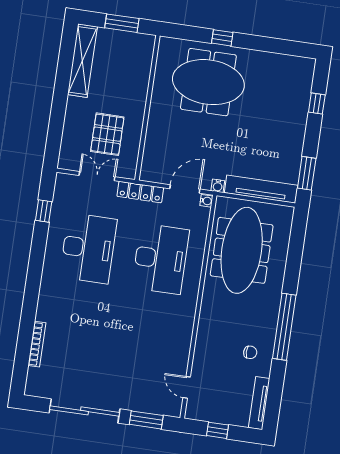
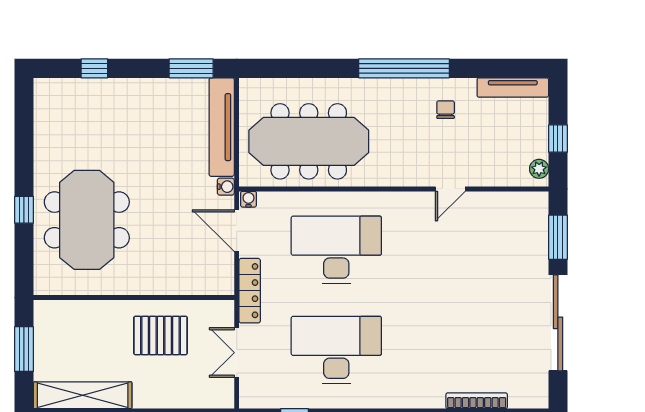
pallet: (107, 134) -> (160, 335), moved
door: (187, 387) -> (450, 189), moved
plant: (198, 414) -> (539, 169), added

